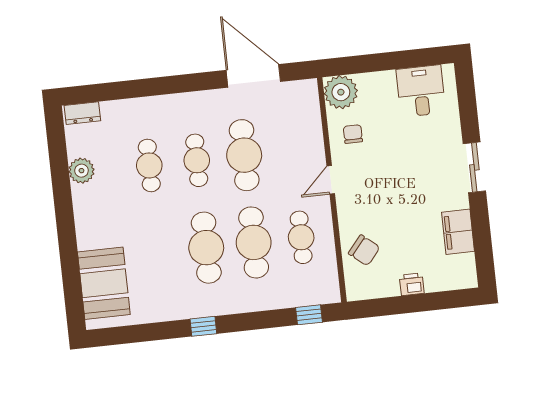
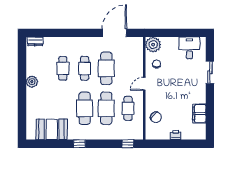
door: (253, 76) -> (114, 33), hinge flipped
sliding door: (474, 167) -> (210, 72), moved
plant: (81, 171) -> (32, 82), moved
booth: (104, 283) -> (52, 129), moved, turned 90

